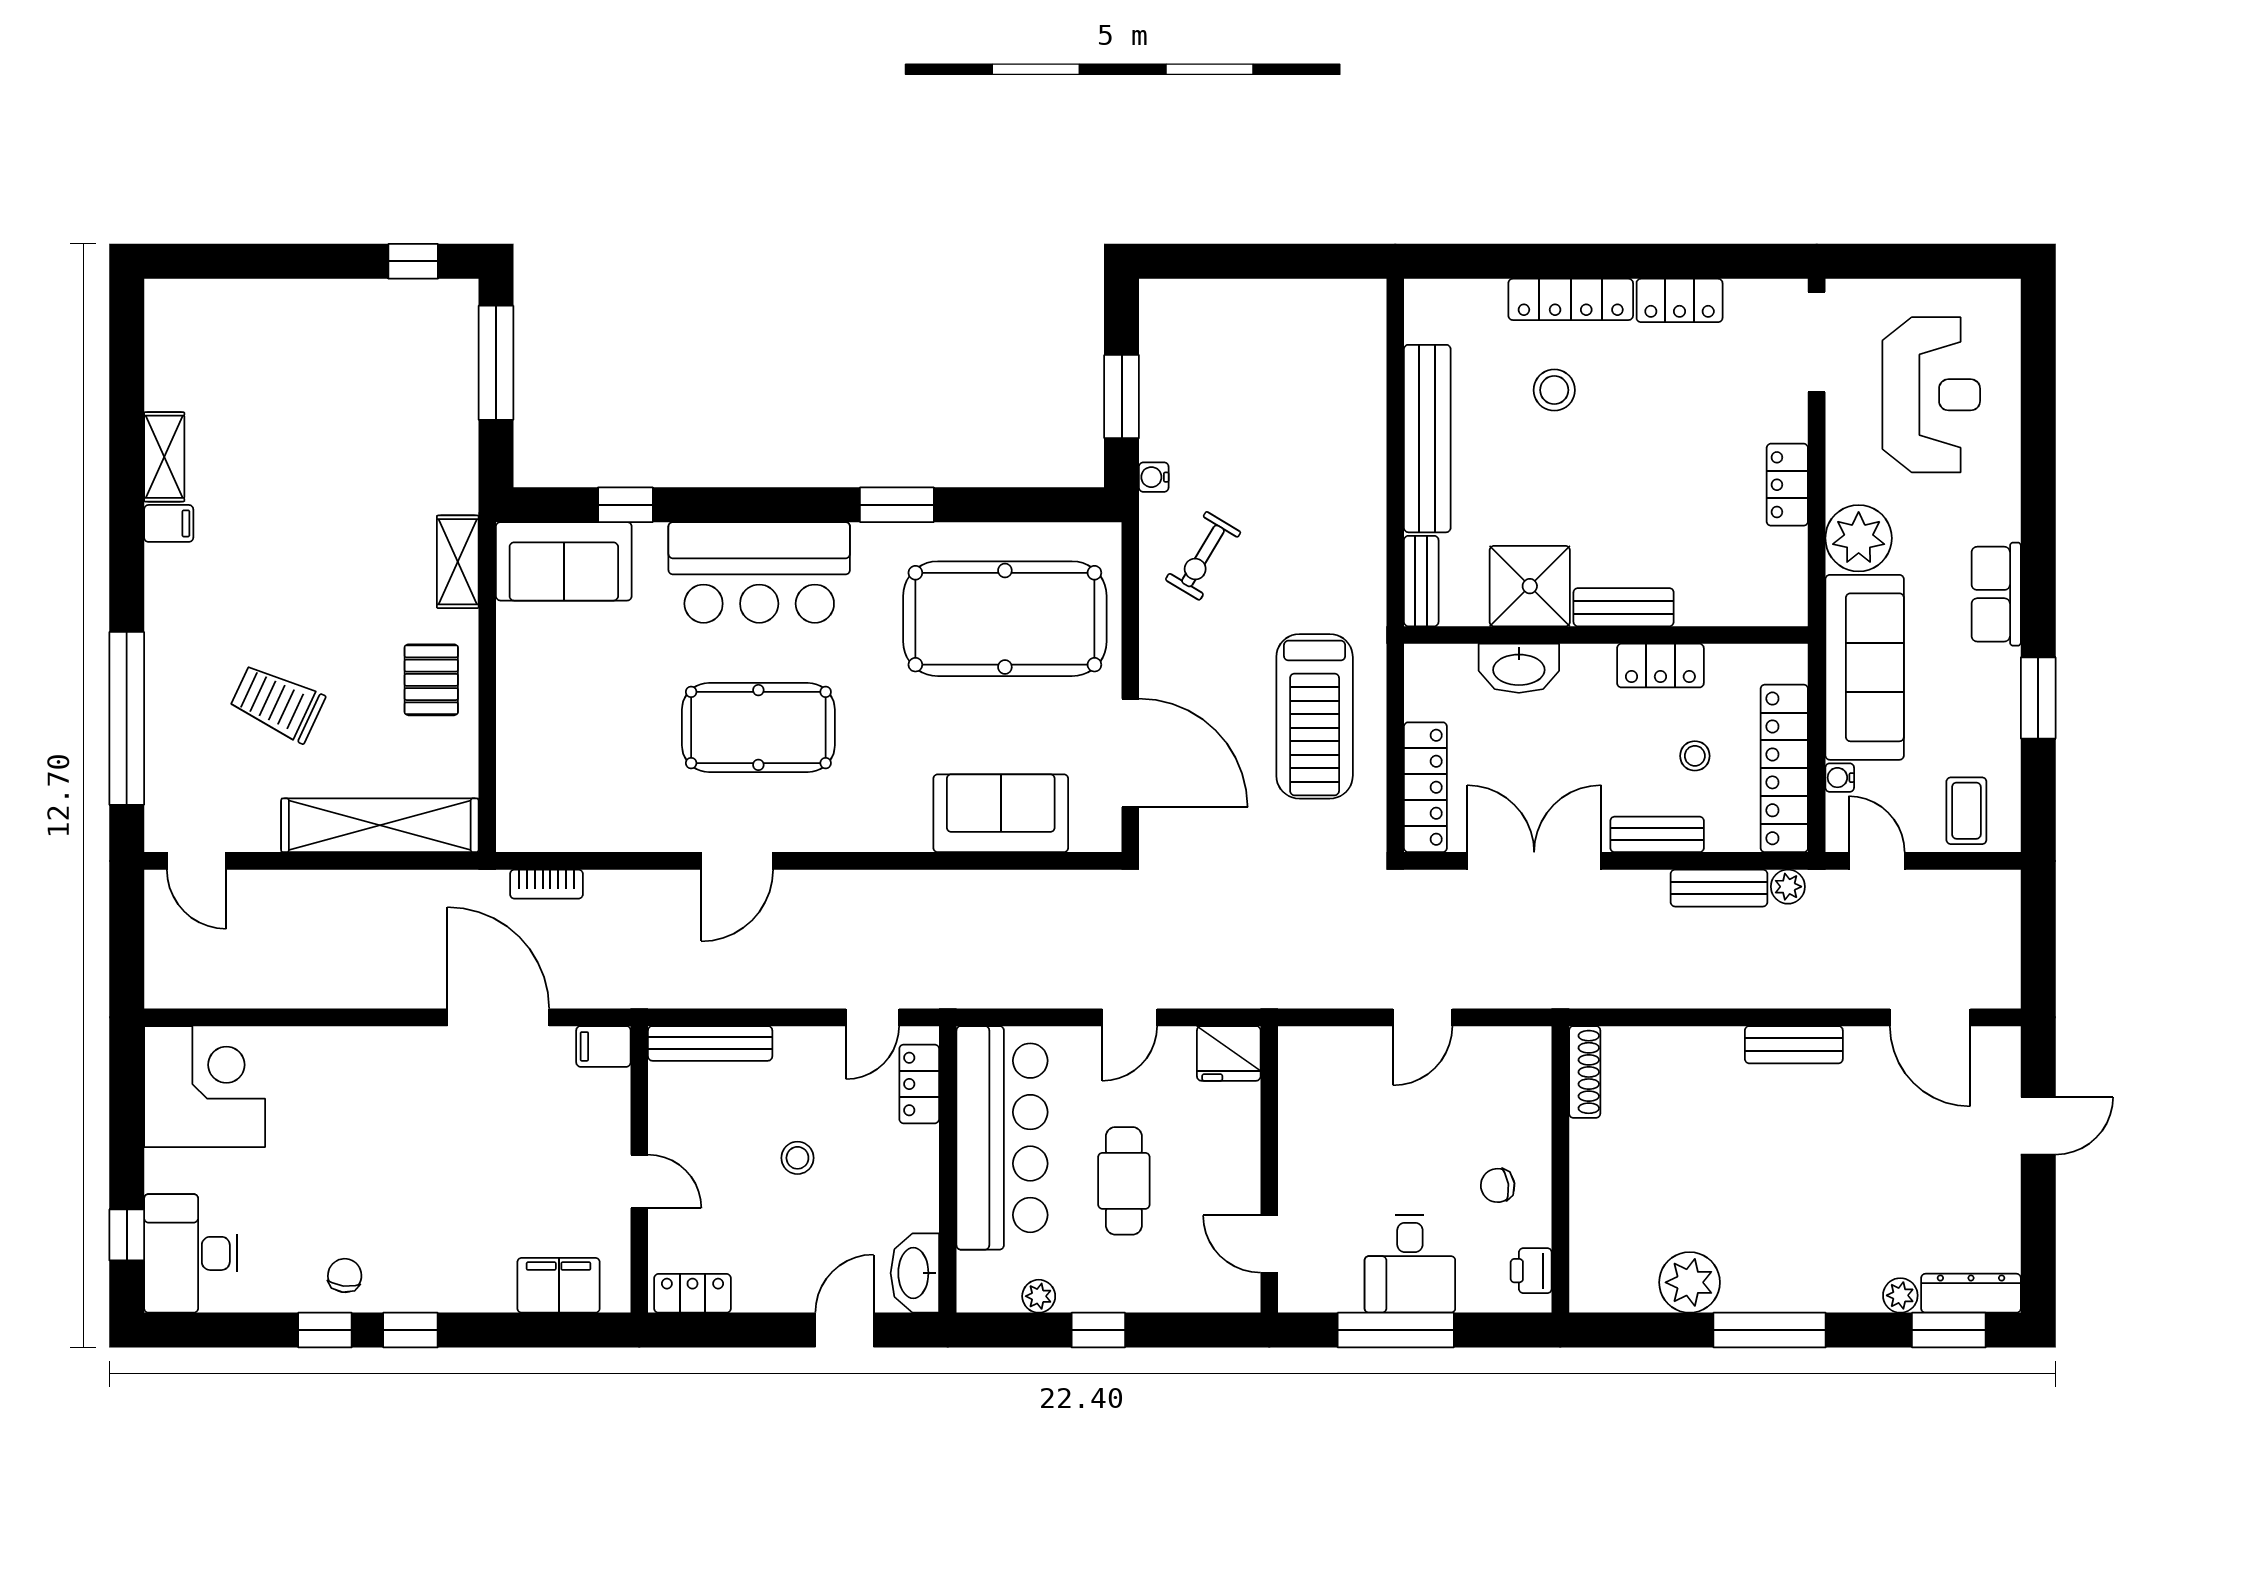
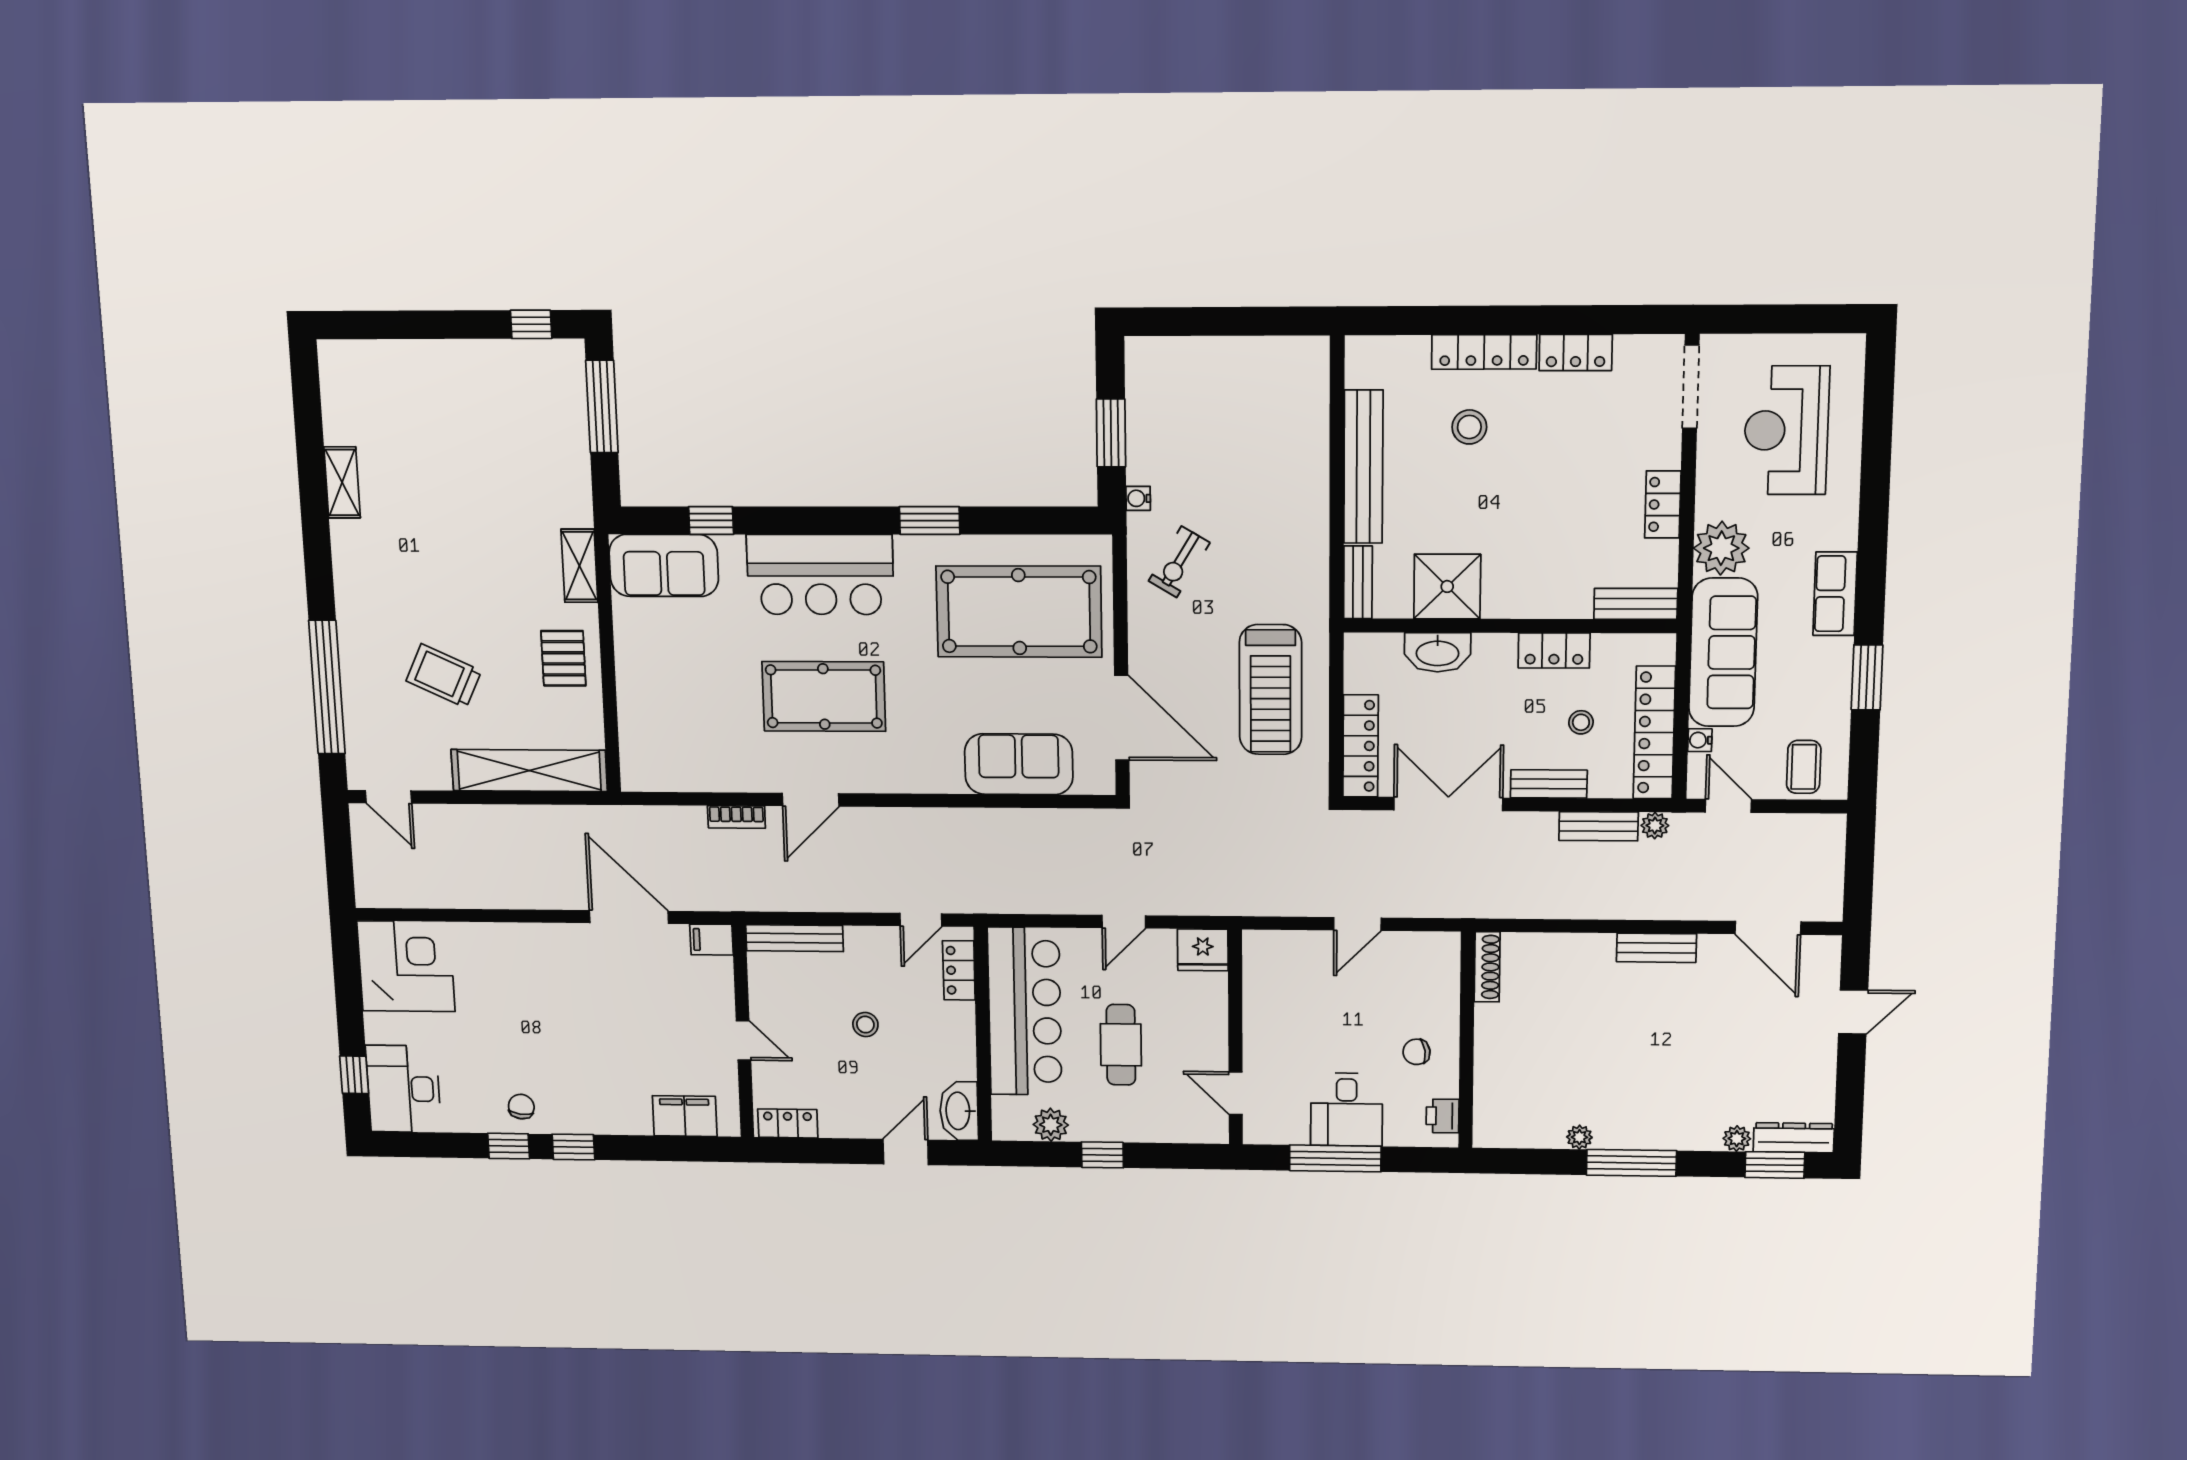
reception desk: (1931, 395) -> (1786, 430), turned 180
filing cabinet: (169, 523) -> (349, 535), removed
bench: (1624, 607) -> (1636, 604), moved
bookcase: (546, 884) -> (736, 817), moved
plant: (1690, 1282) -> (1579, 1137), width x0.53, depth x0.53
plant: (1039, 1296) -> (1051, 1125), width x1.38, depth x1.38

